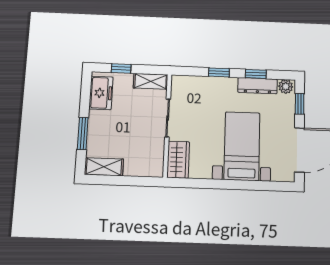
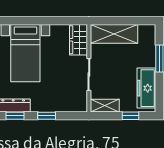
freezer: (101, 93) -> (146, 88), width x1.40
shelving: (104, 167) -> (114, 34), moved, width x1.50, depth x1.33

